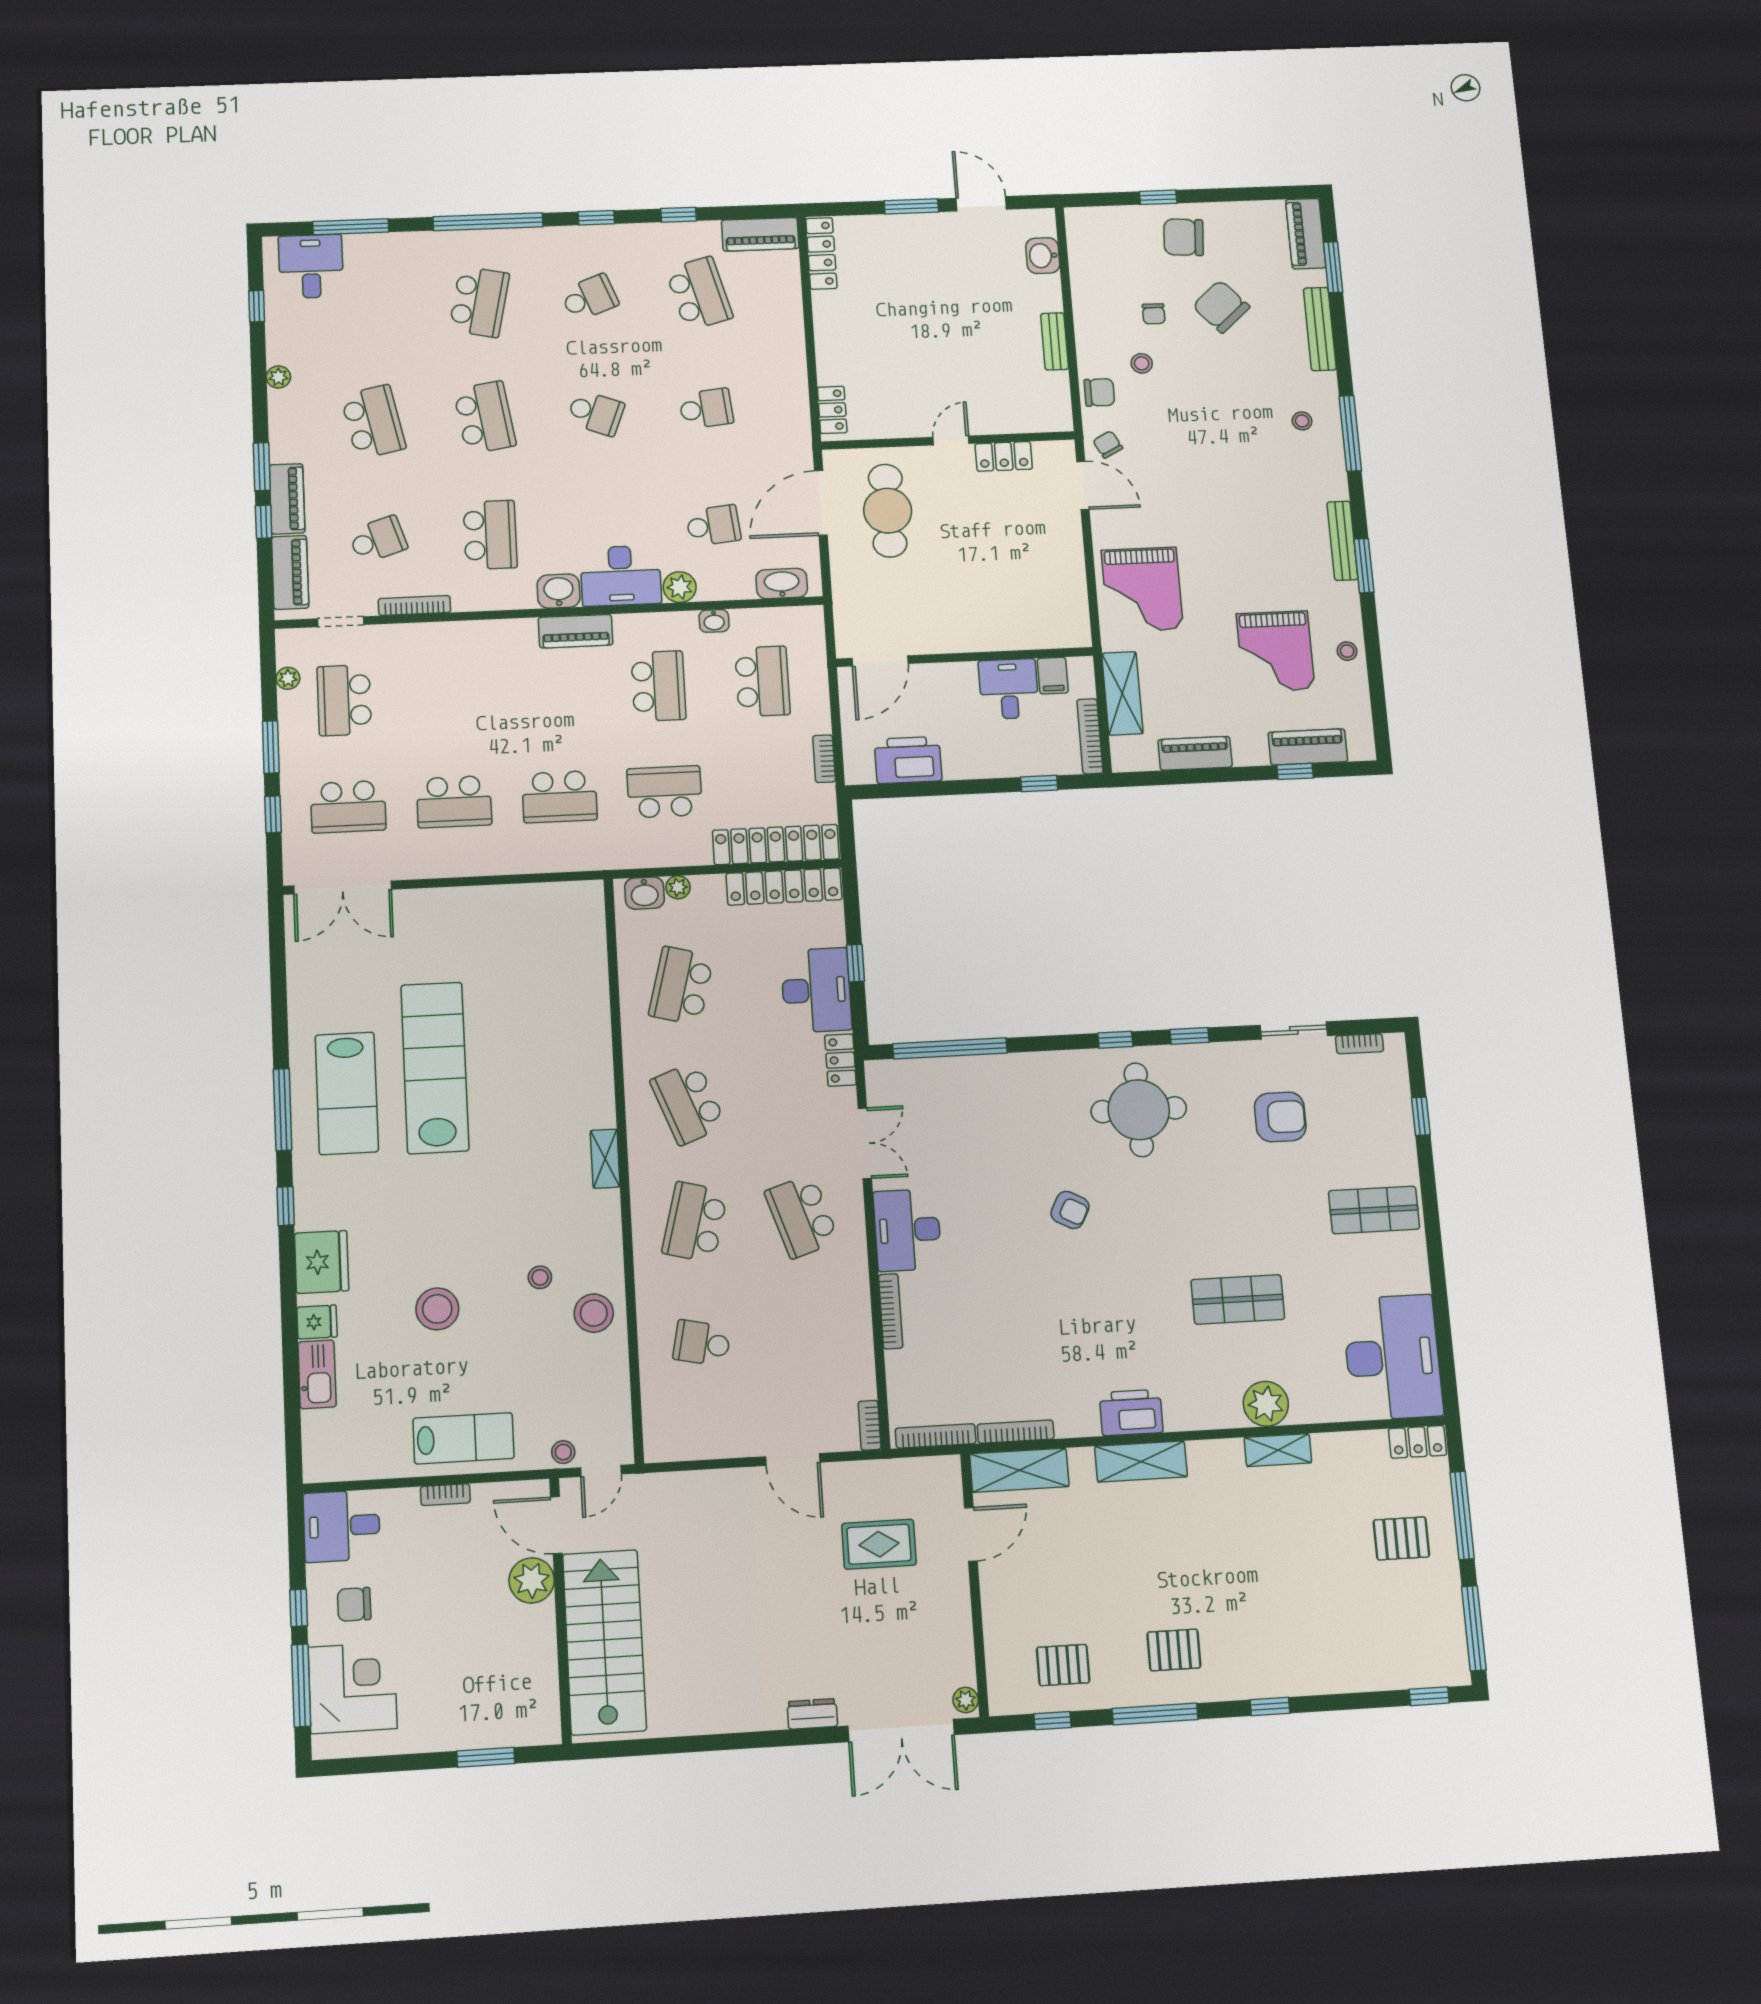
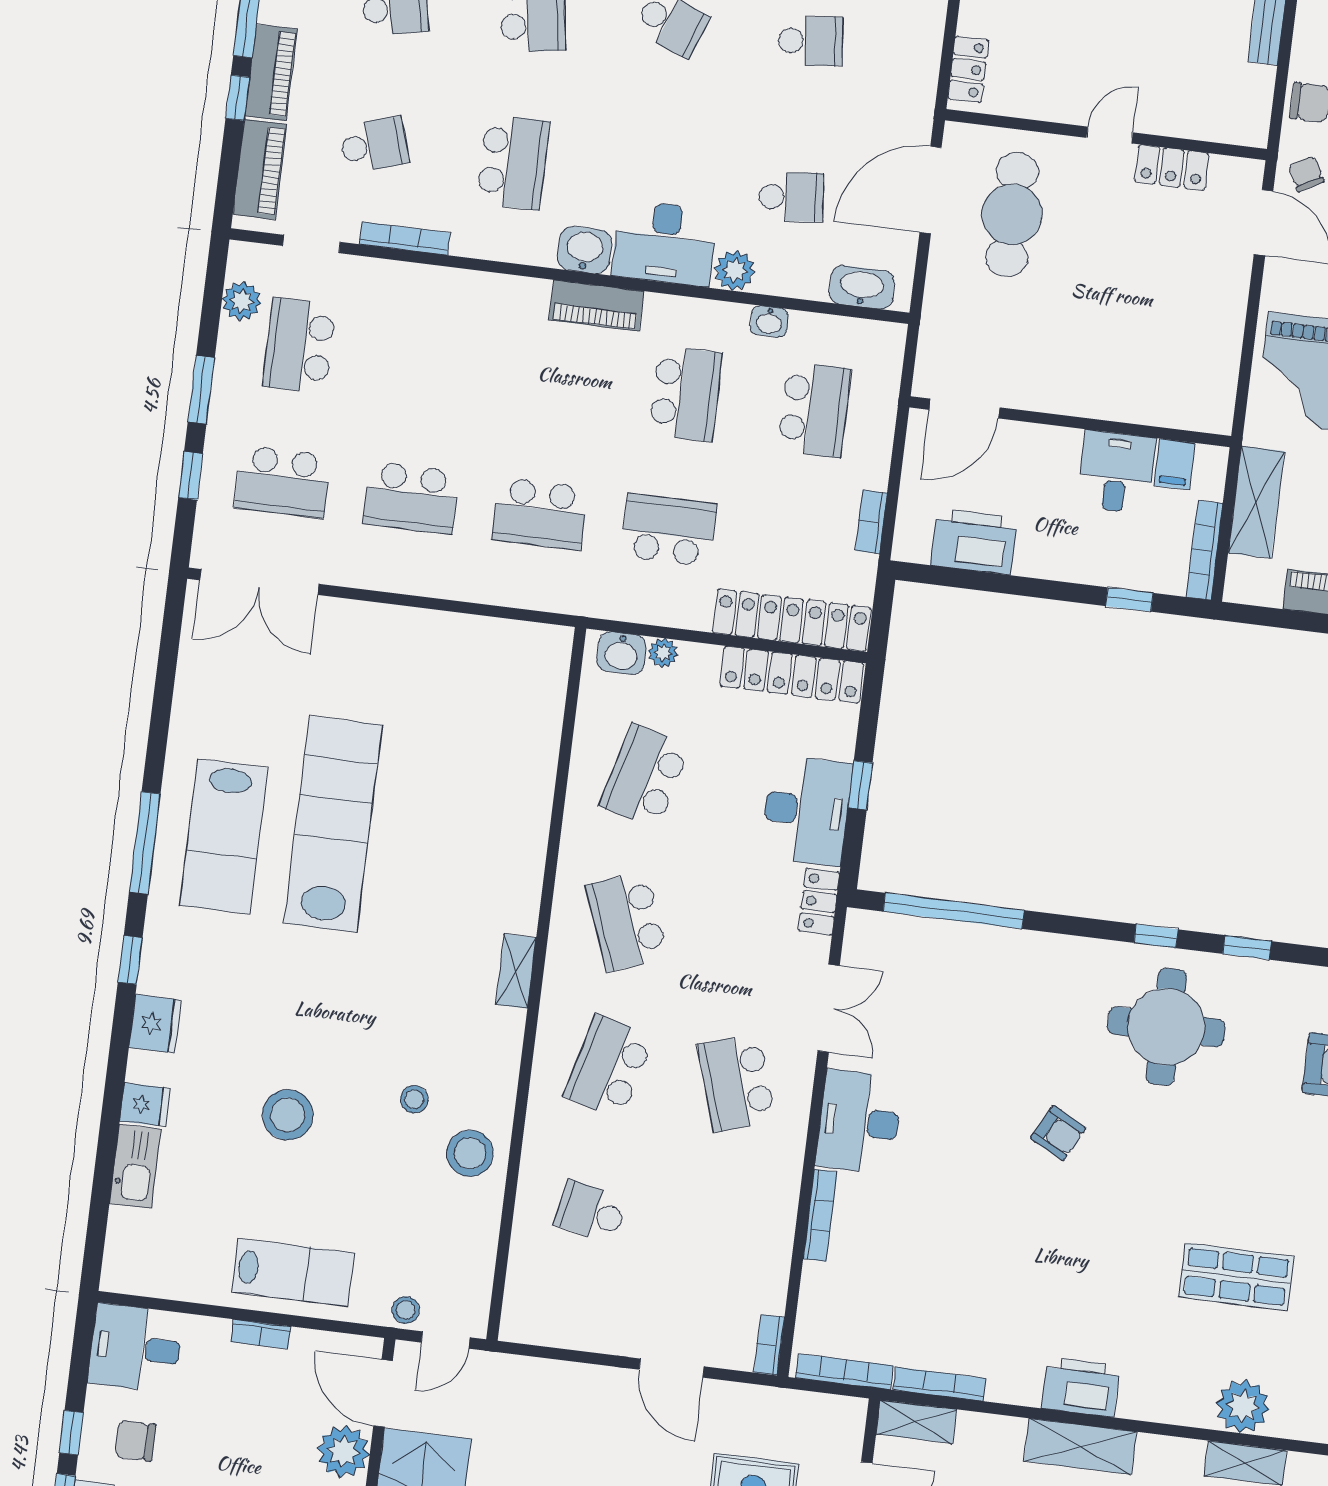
plant: (288, 678) -> (242, 301), width x1.38, depth x1.38
fridge: (322, 1262) -> (155, 1024), width x0.73, depth x0.75
shelving: (1019, 1470) -> (916, 1422), width x0.67, depth x0.75

